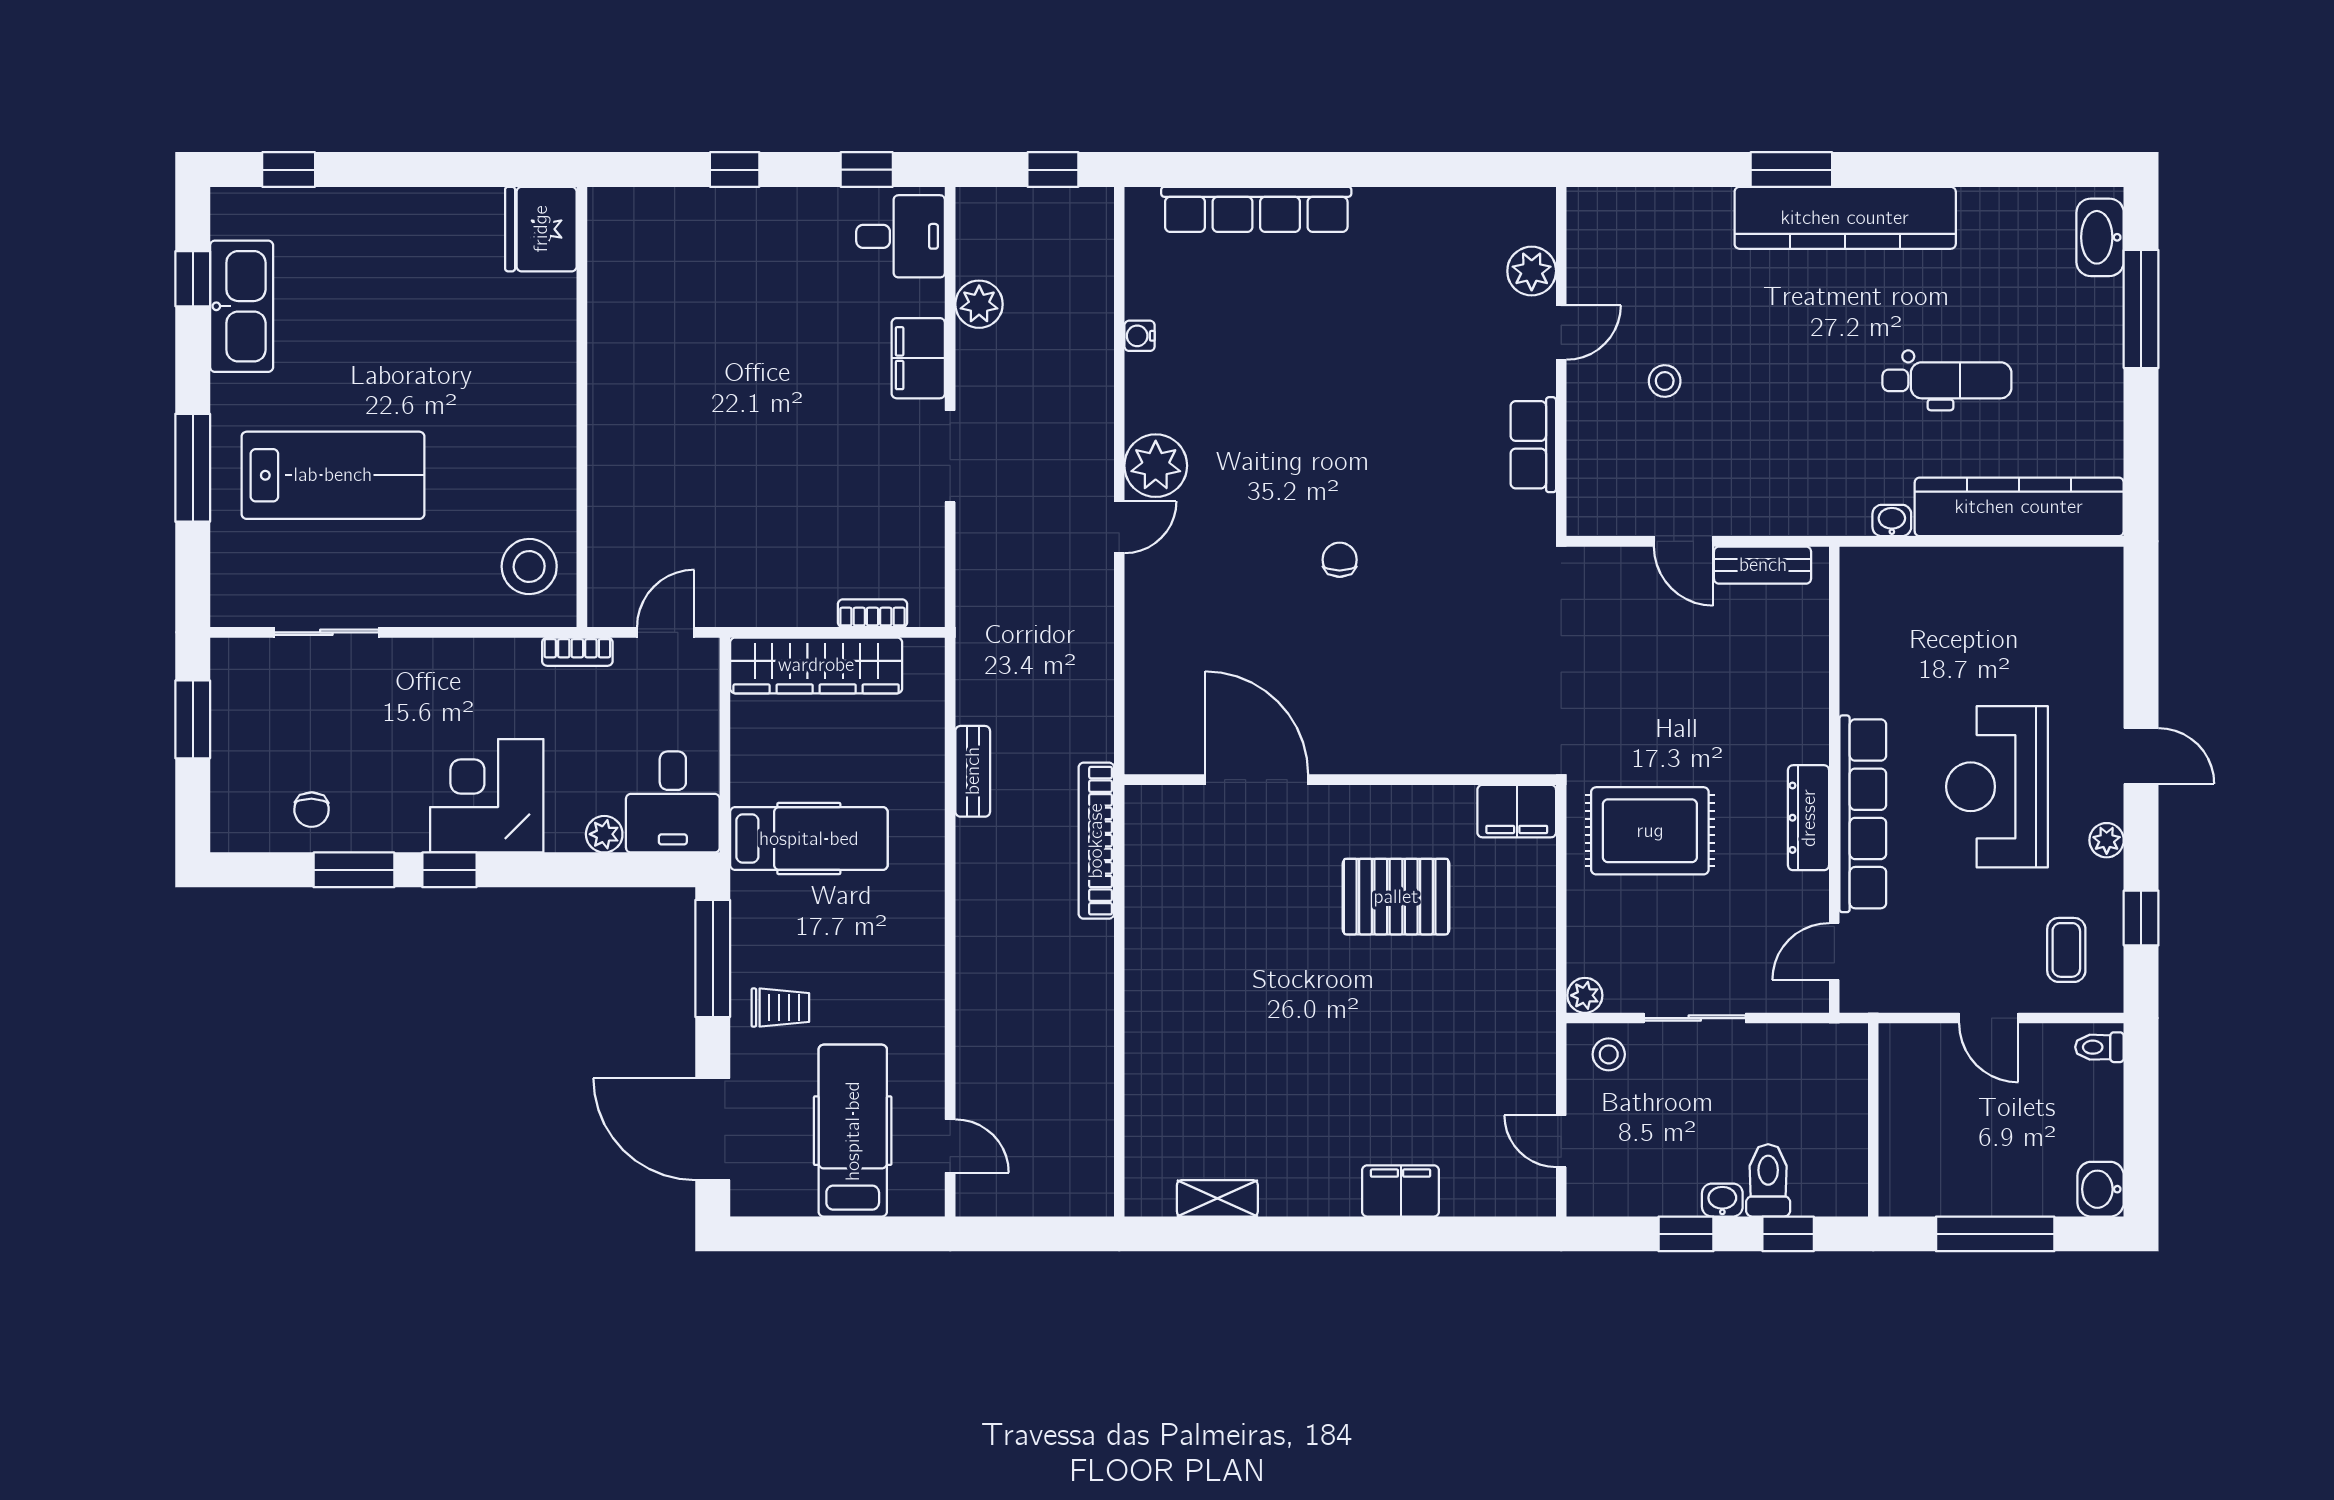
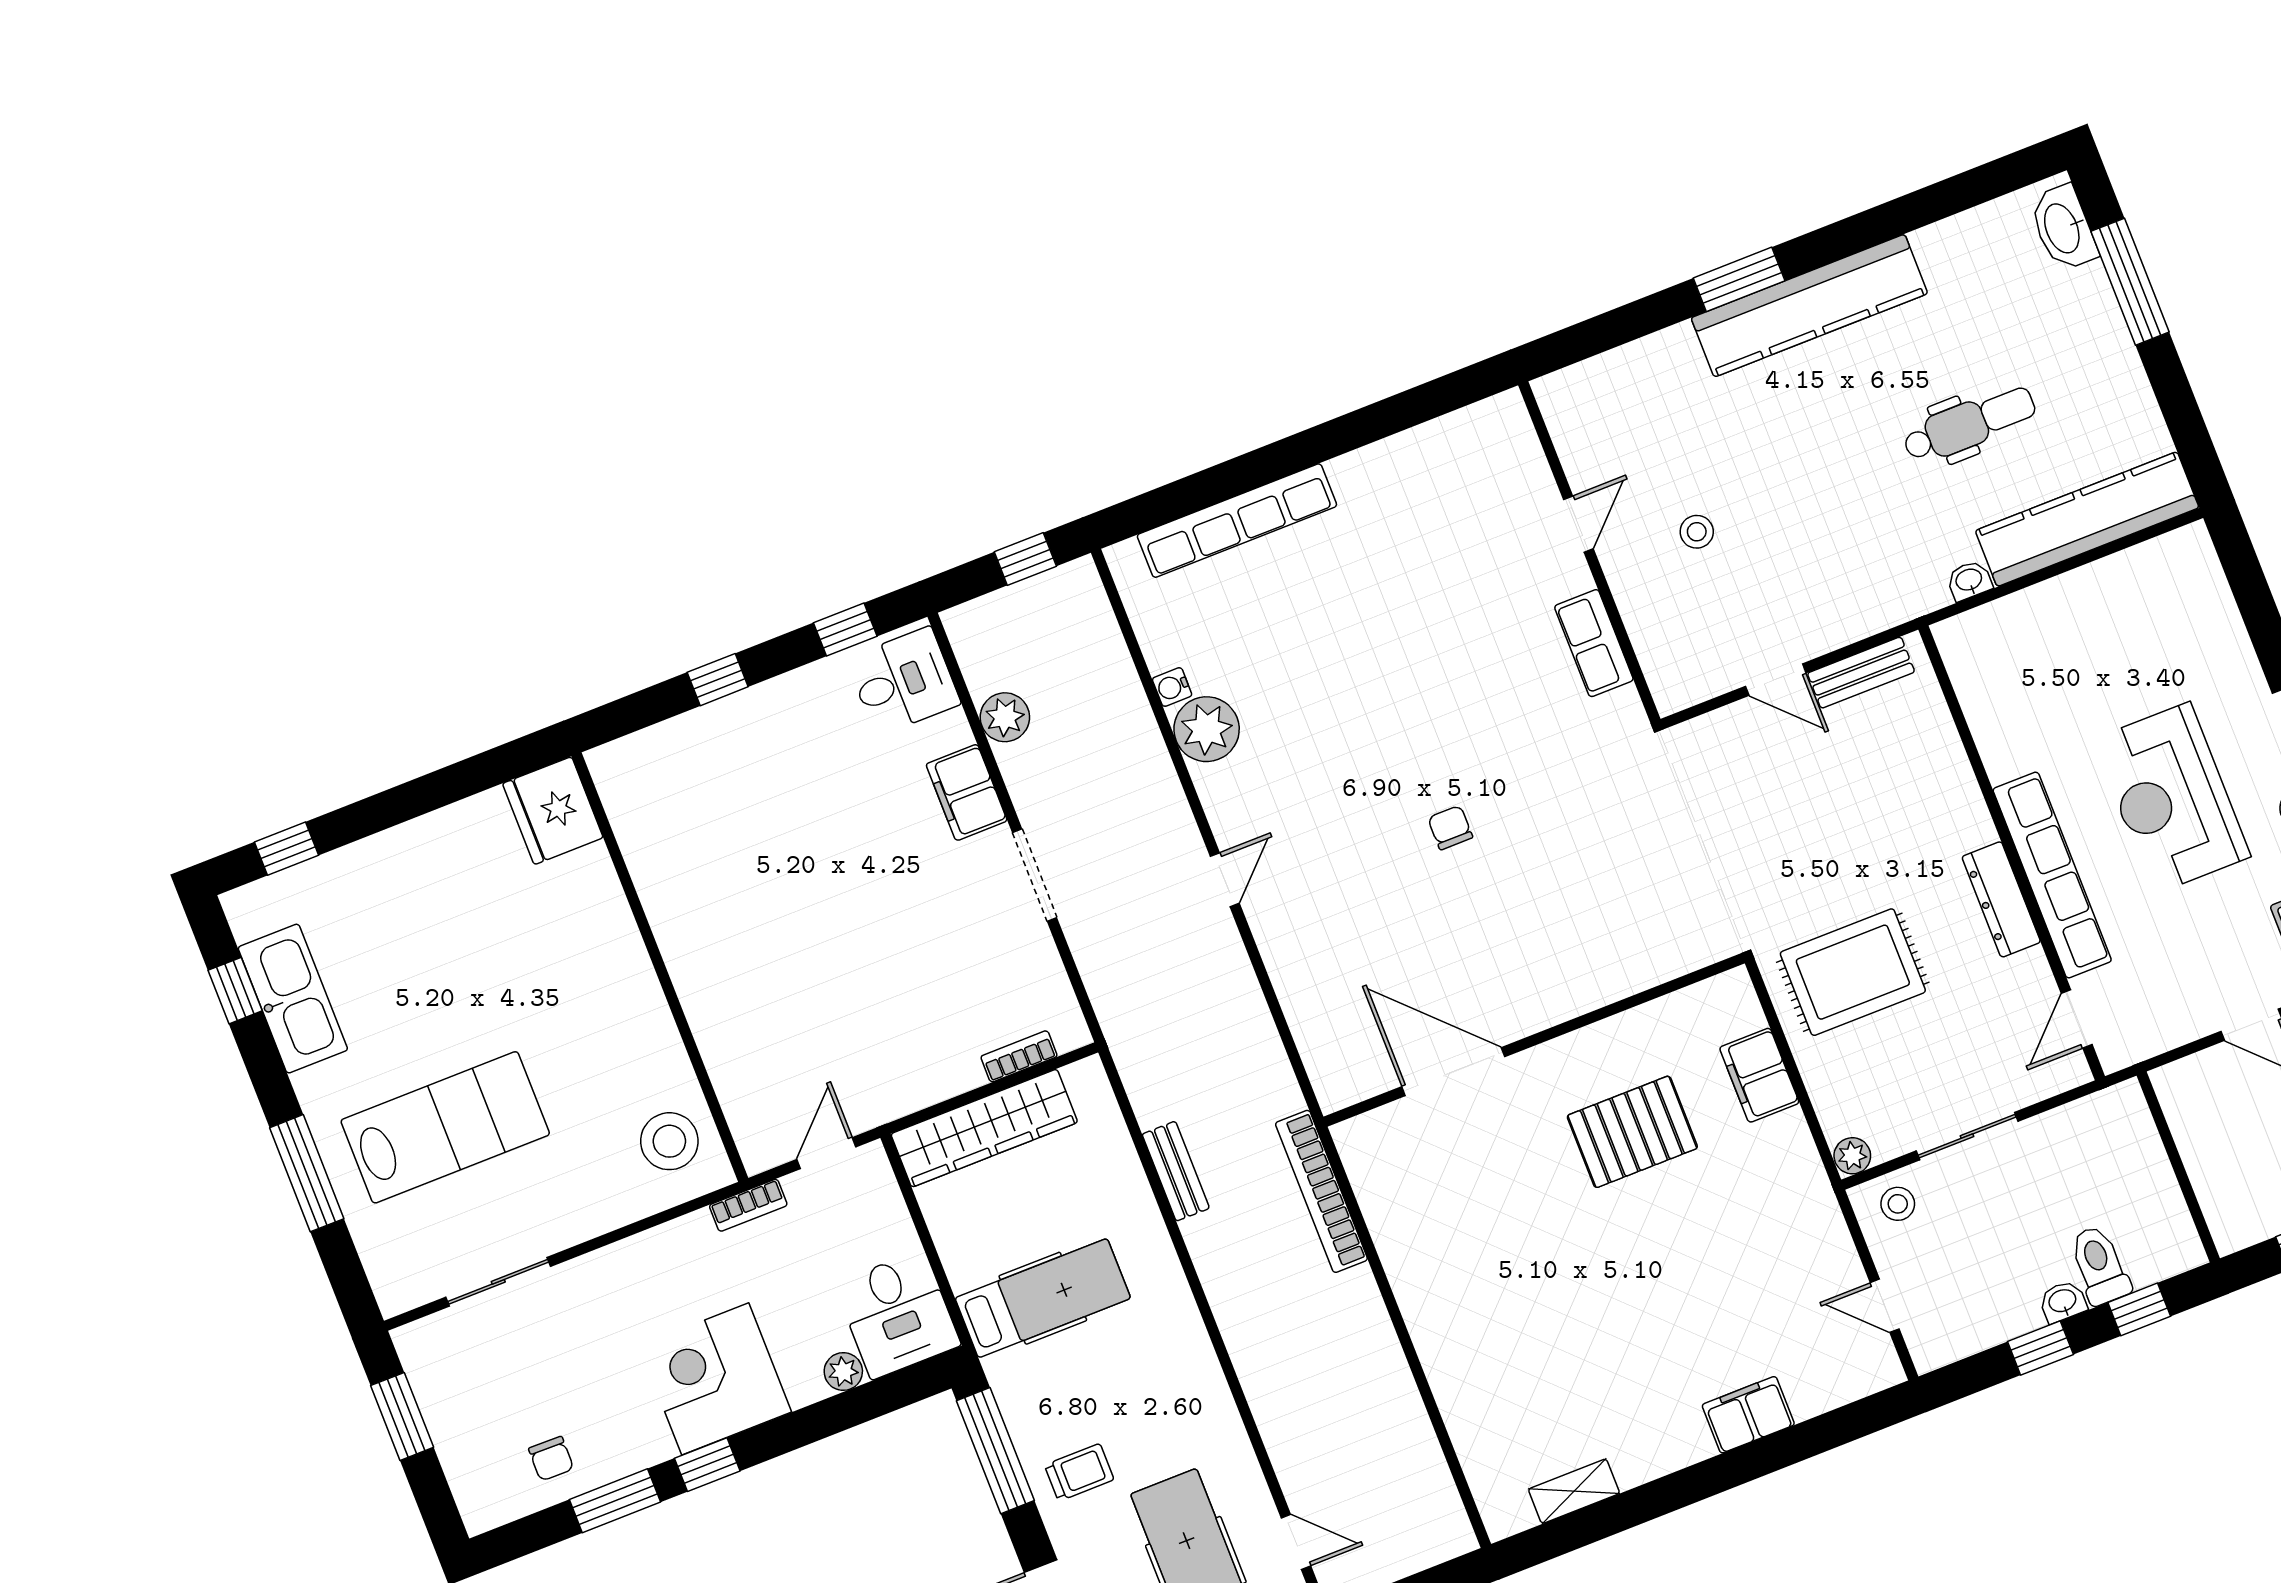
plant: (1532, 271) -> (1526, 476), removed
plant: (1156, 466) -> (1207, 729), moved
filing cabinet: (1517, 811) -> (1759, 1075), moved, turned 90

